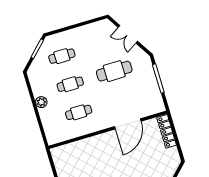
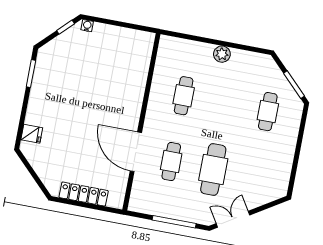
double door: (128, 34) -> (233, 219), moved
cafe table: (70, 84) -> (171, 162), moved
locker: (167, 131) -> (84, 194), moved

